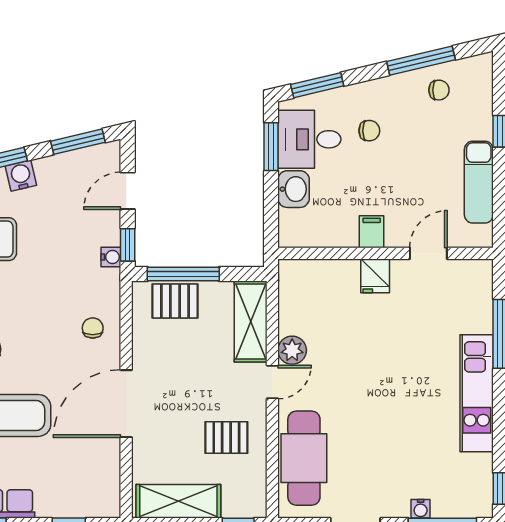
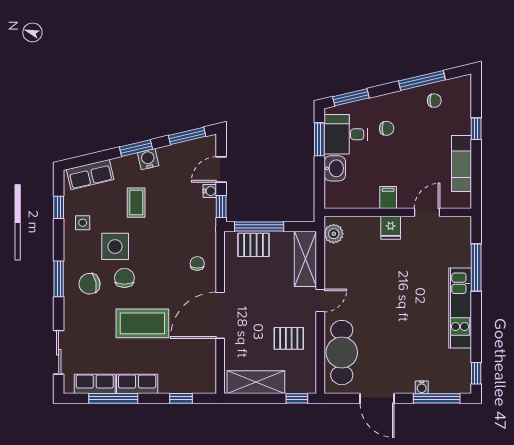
water cooler: (111, 257) -> (210, 191), moved
plant: (292, 350) -> (334, 234), moved

